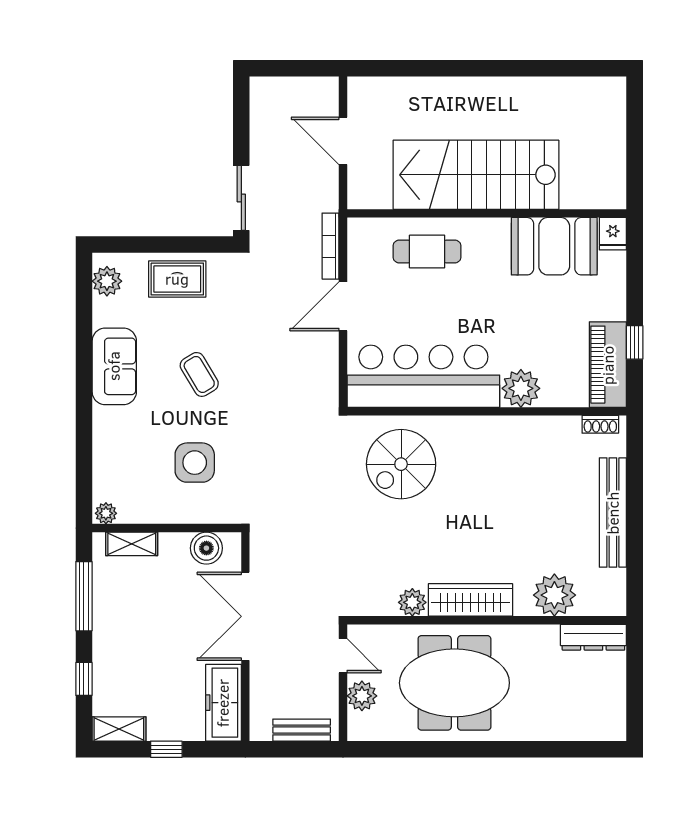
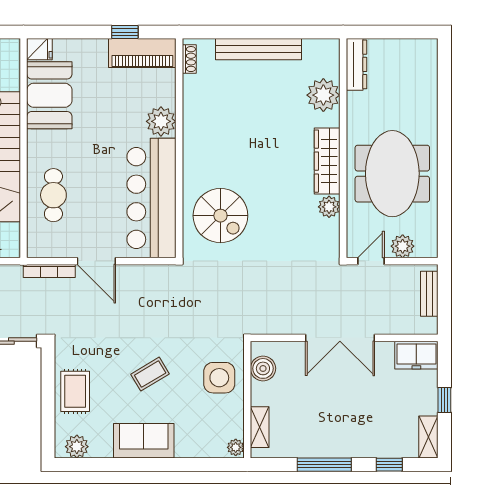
plant: (106, 513) -> (236, 447), moved
wall: (167, 528) -> (247, 400), moved
shelving: (132, 544) -> (260, 427), moved
boiler: (206, 548) -> (263, 368), moved
freezer: (223, 703) -> (416, 355), width x0.71

